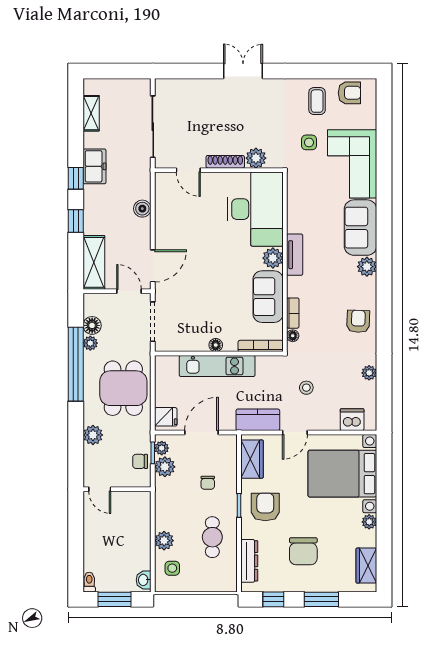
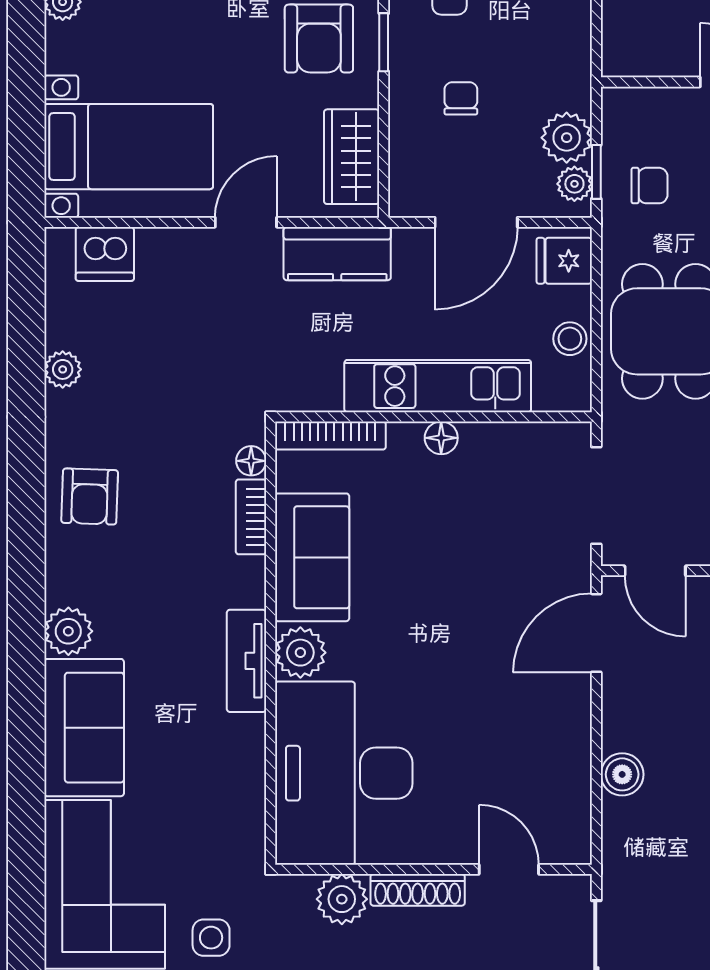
stool: (306, 388) -> (570, 339), moved
chair: (140, 461) -> (649, 186), moved
bed with nightstands: (342, 474) -> (129, 147), width x0.73

